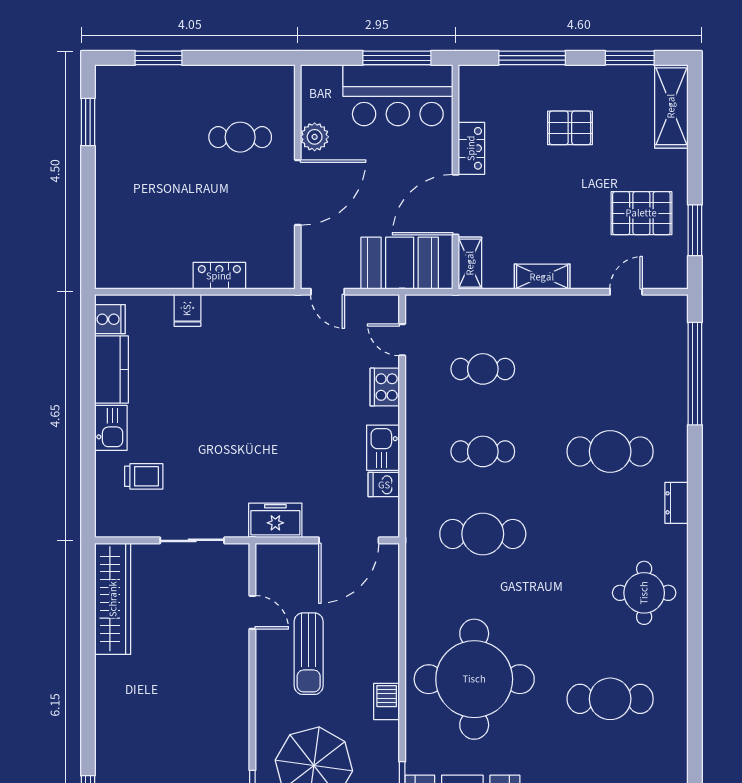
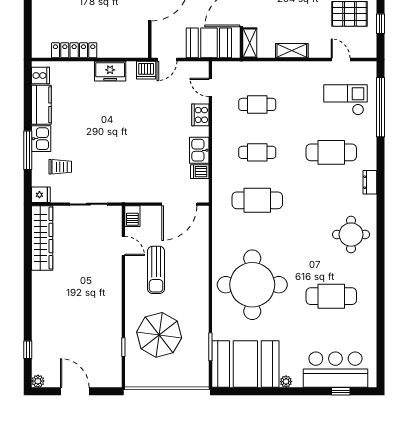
window: (695, 230) -> (380, 24), width x0.67
locker: (219, 276) -> (74, 50), moved, width x1.53
door: (328, 292) -> (167, 60), hinge flipped
door: (626, 292) -> (341, 60), hinge flipped
fridge: (187, 310) -> (41, 195), moved, turned -90
dishwasher: (292, 310) -> (146, 70), added
checkout: (635, 361) -> (346, 100), added
window: (88, 448) -> (28, 150), added
freezer: (275, 520) -> (110, 71), moved, turned 180
barbecue: (387, 701) -> (132, 216), moved, turned 180

